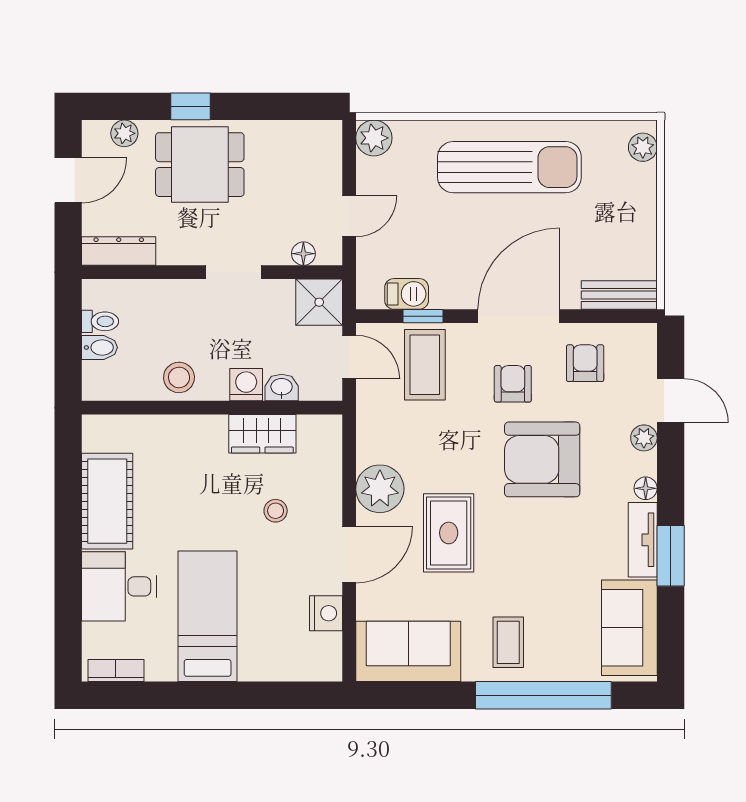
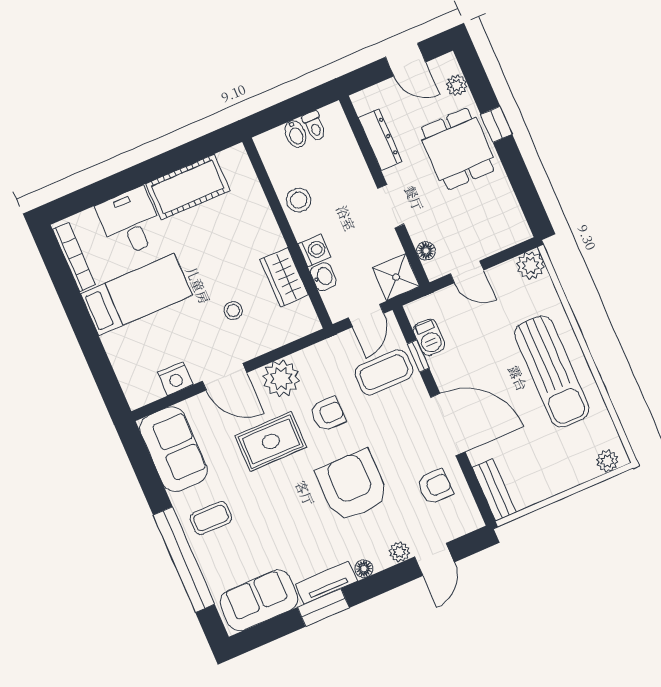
dresser: (119, 251) -> (380, 140), moved
armchair: (513, 384) -> (328, 414), moved
bookcase: (116, 671) -> (74, 257), width x1.56

